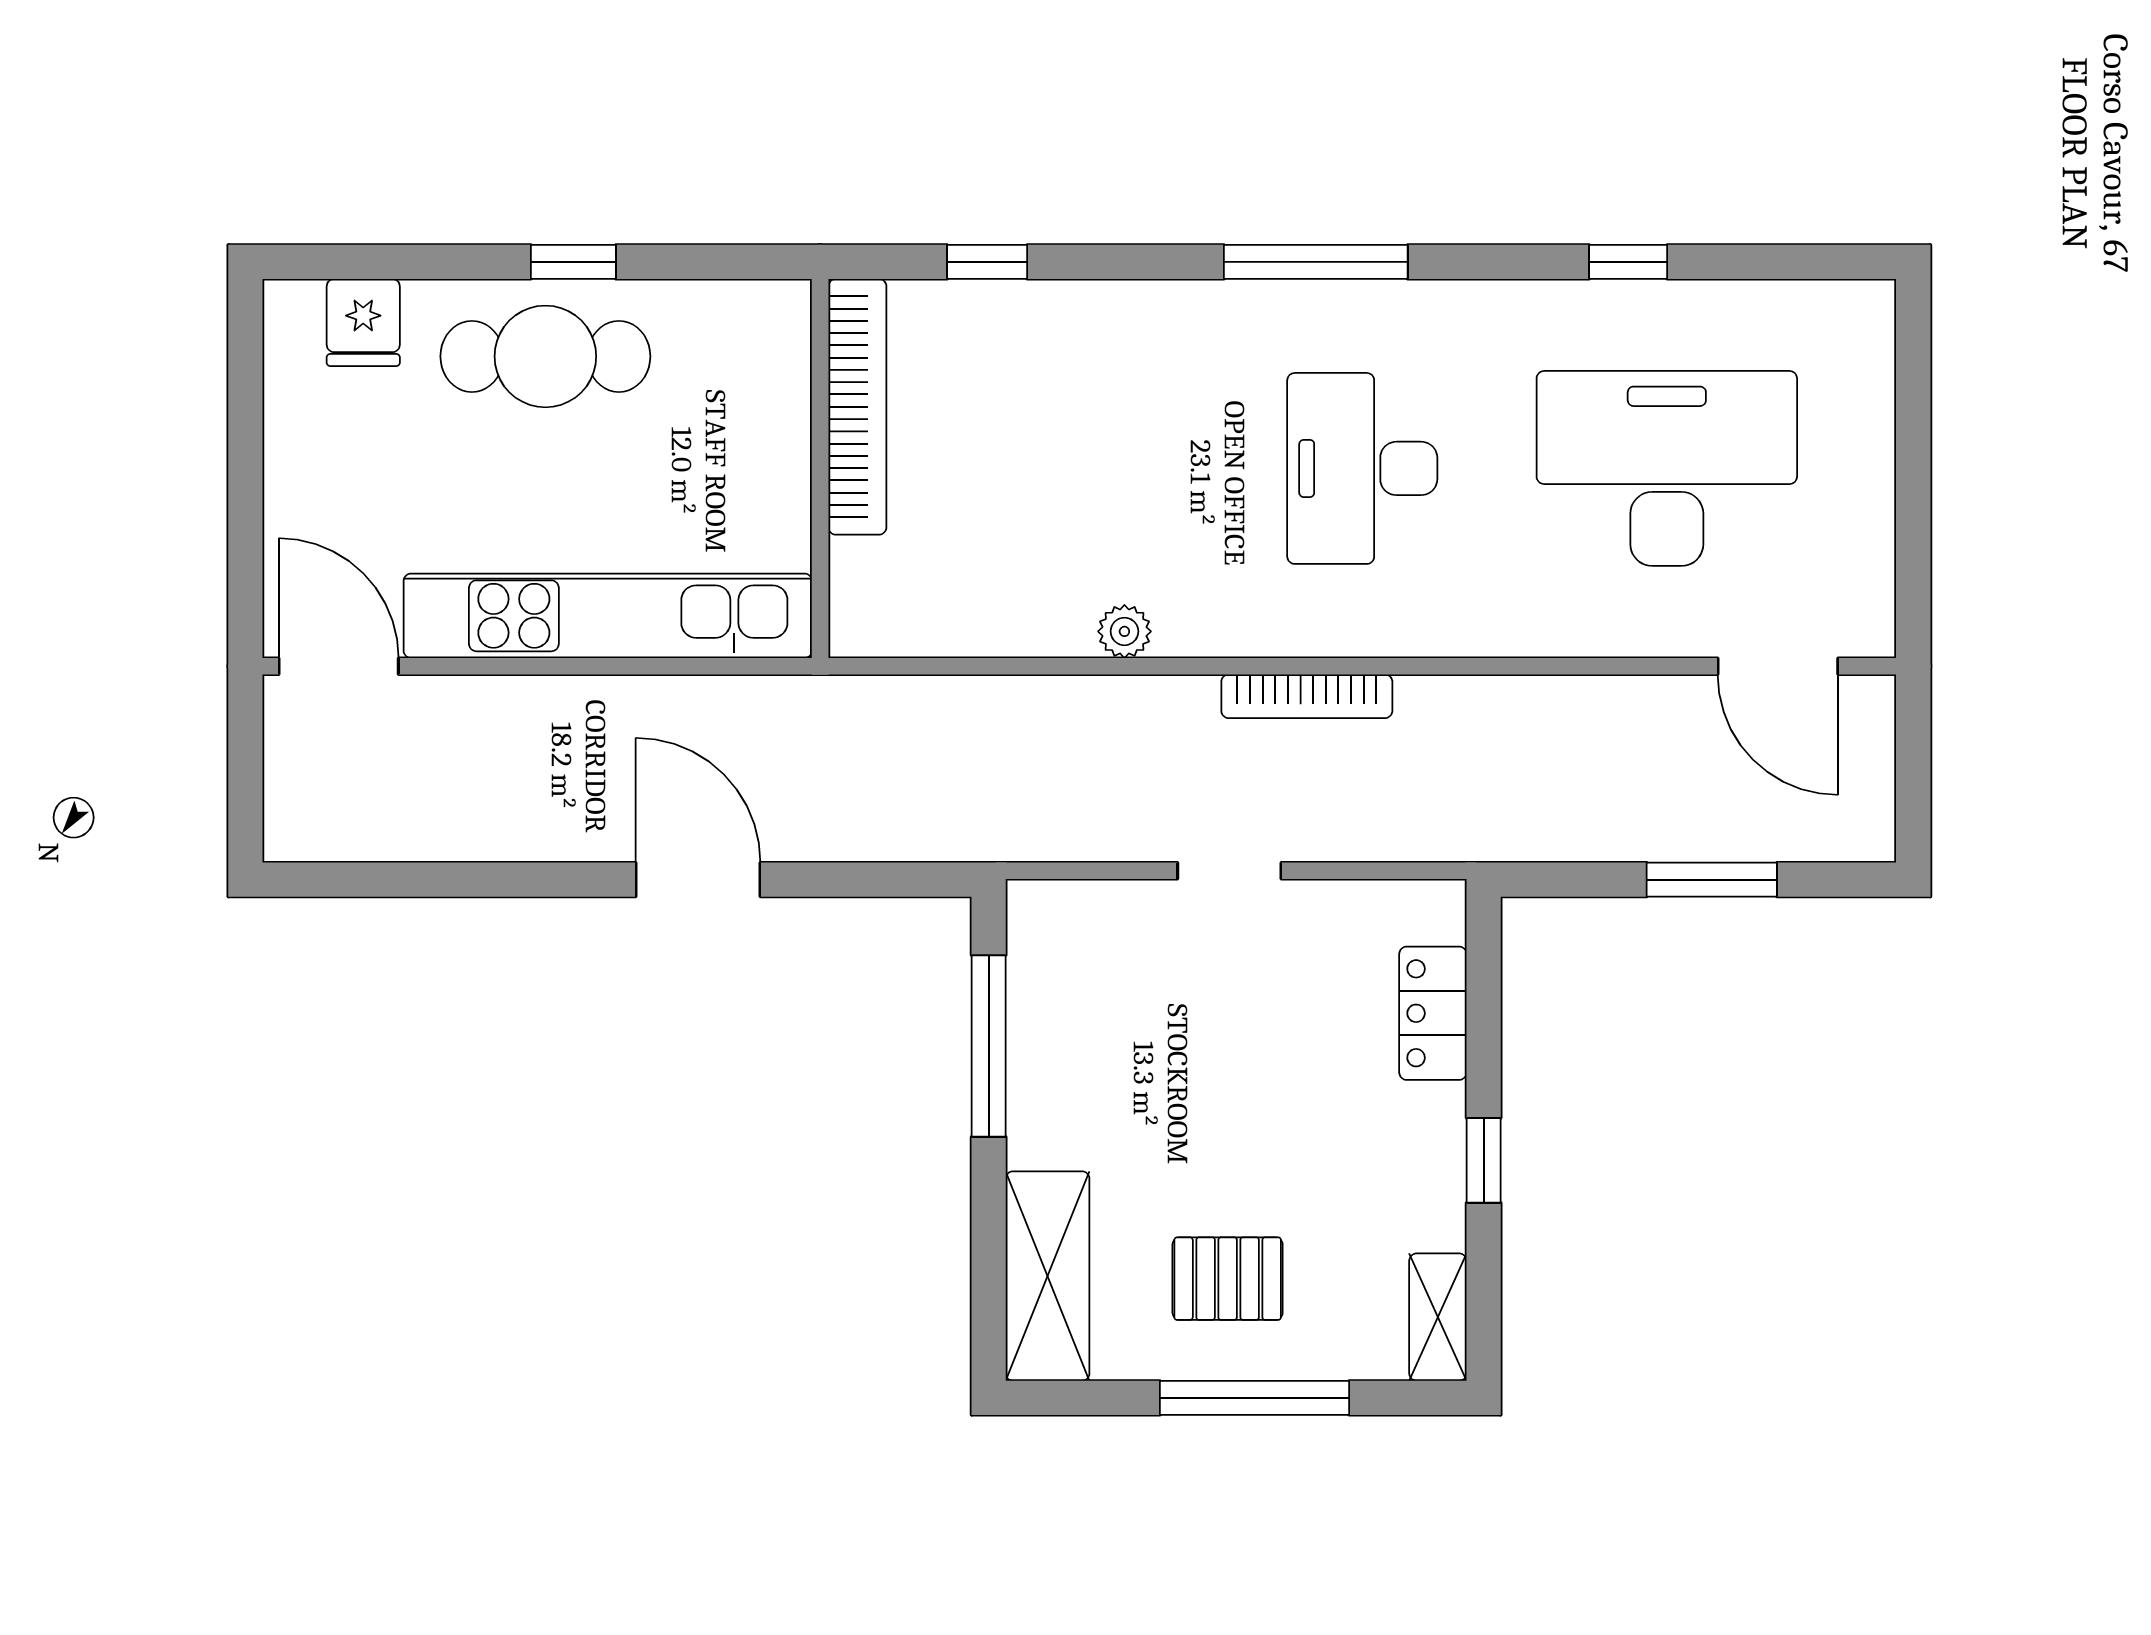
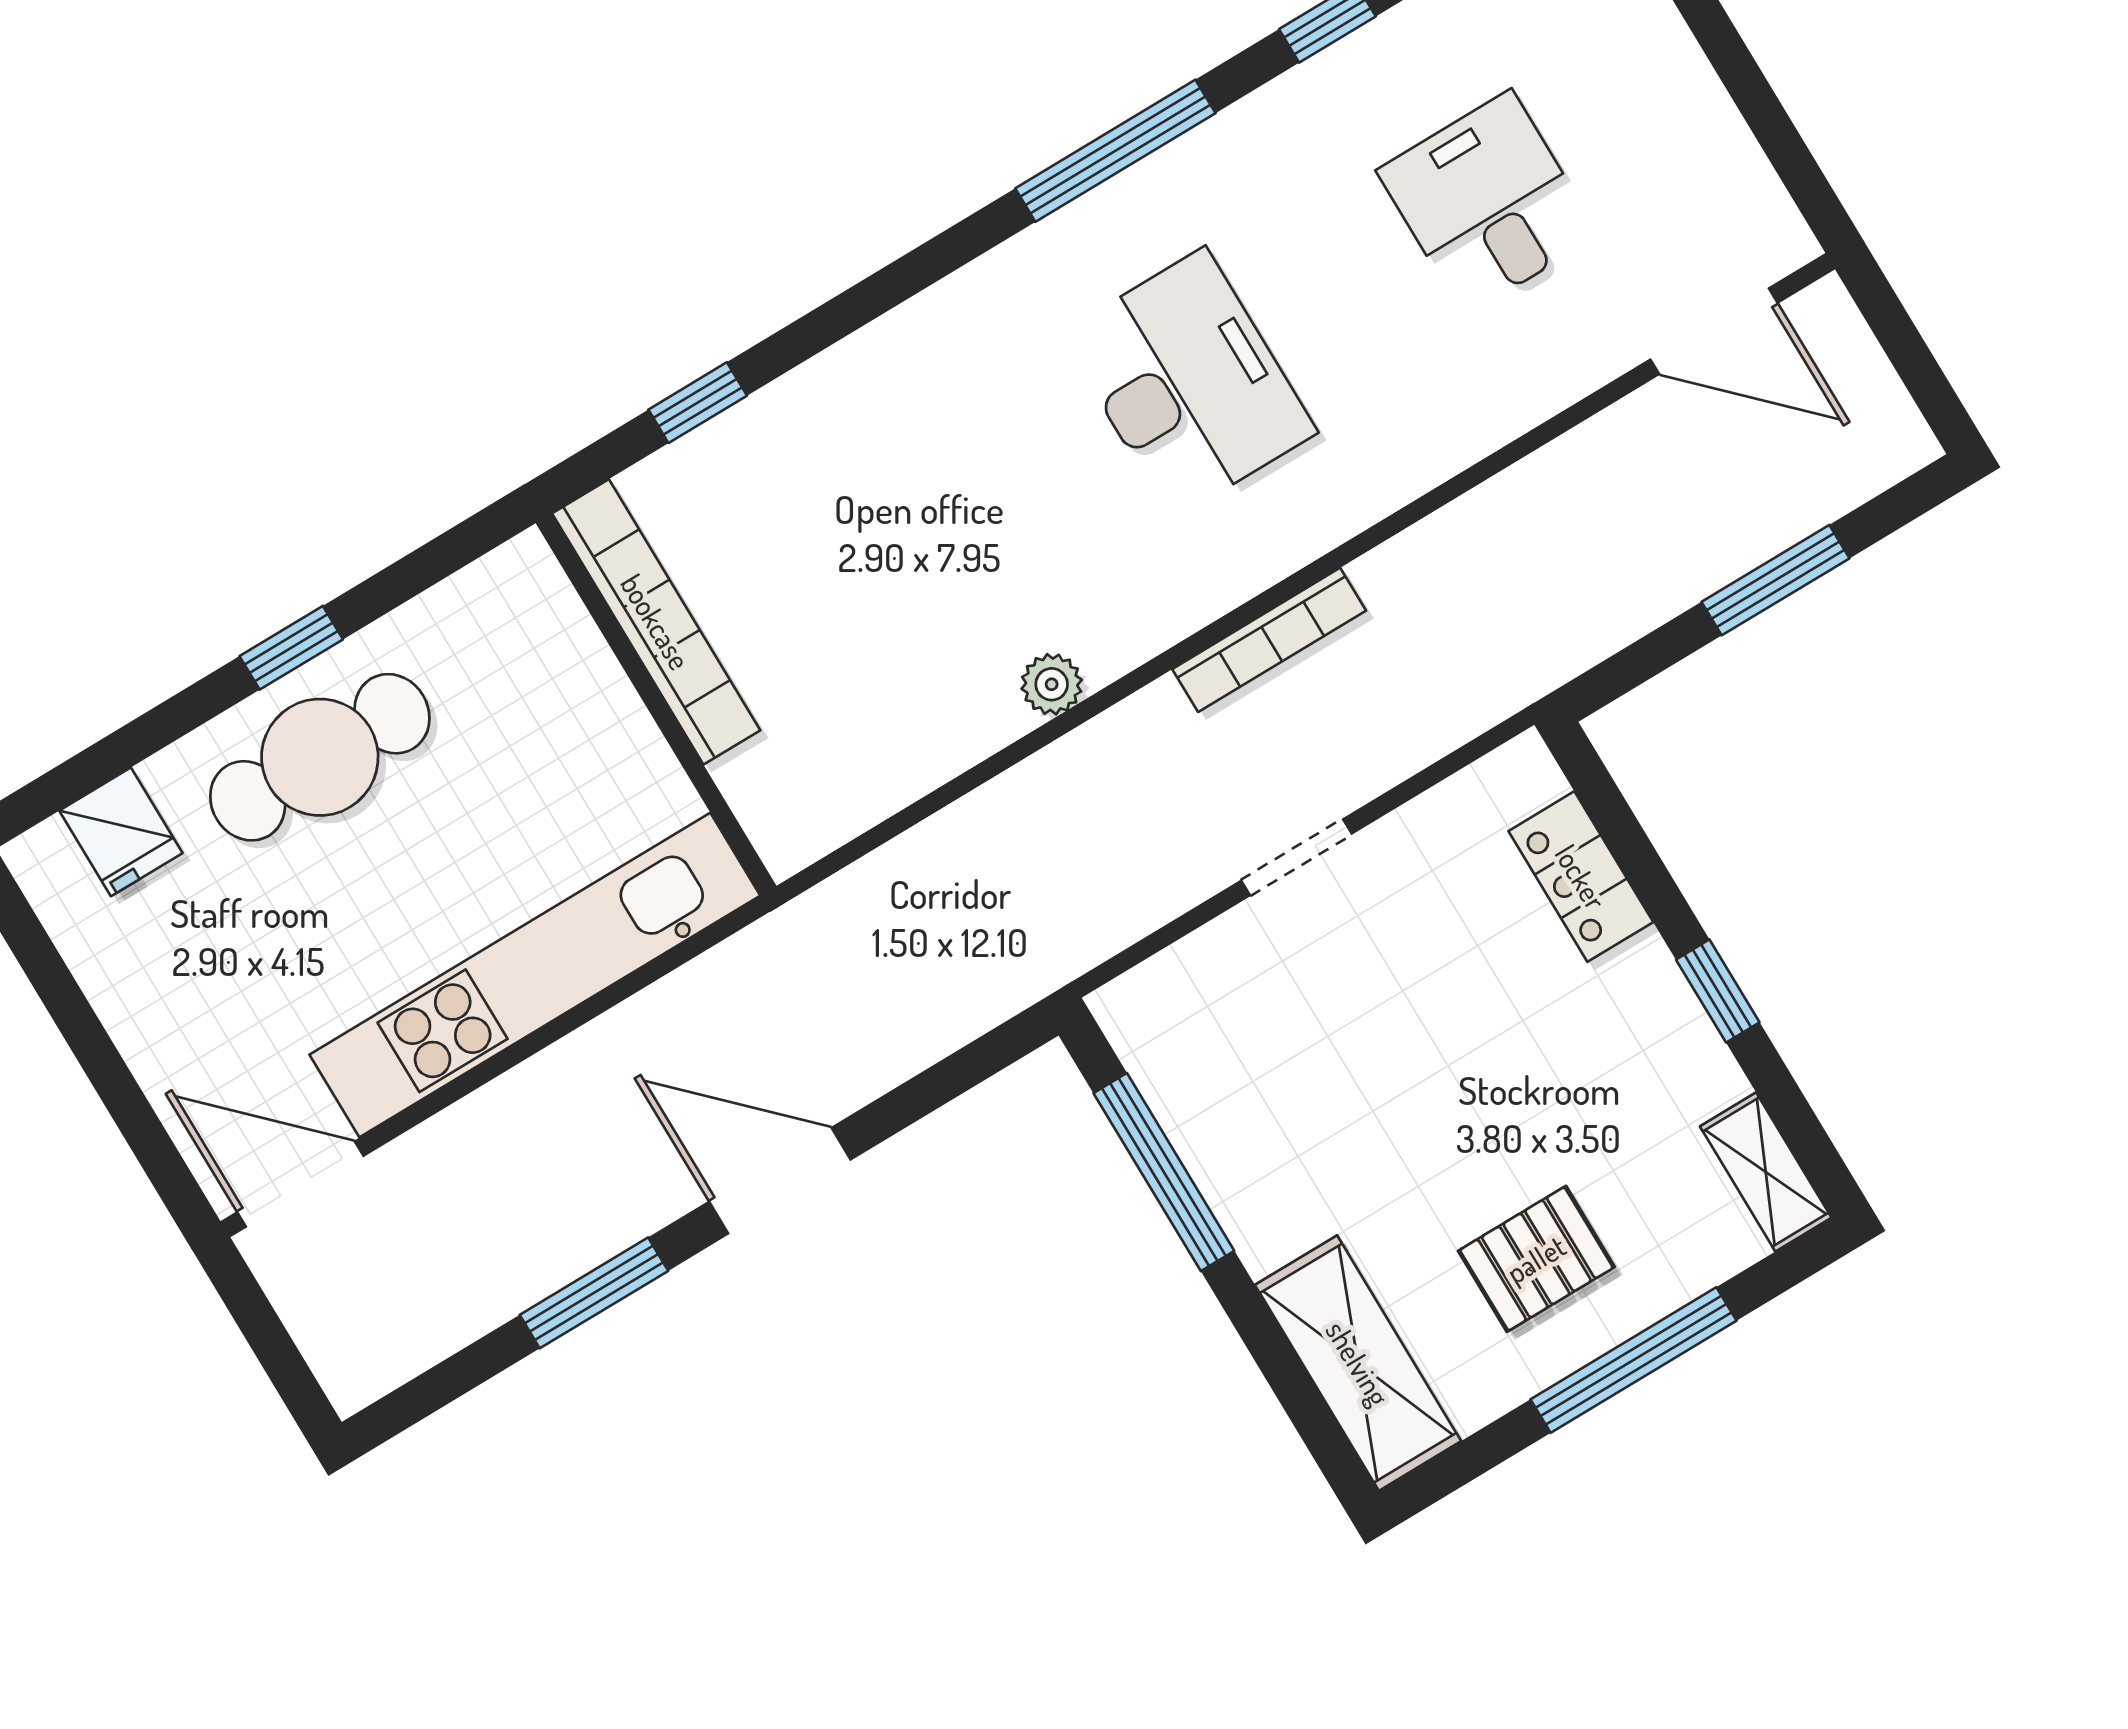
window: (1316, 262) -> (1115, 151), moved
desk: (1362, 468) -> (1189, 383), turned 180
desk: (1667, 468) -> (1488, 203), width x0.53, depth x0.77
window: (509, 880) -> (594, 1293), added

